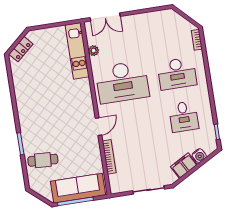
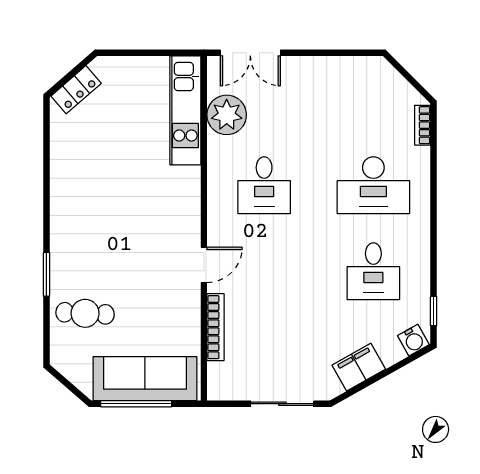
plant: (94, 51) -> (227, 115), width x1.87, depth x1.87
desk: (122, 82) -> (264, 185), width x0.53, depth x0.77
water cooler: (199, 156) -> (413, 340), moved

